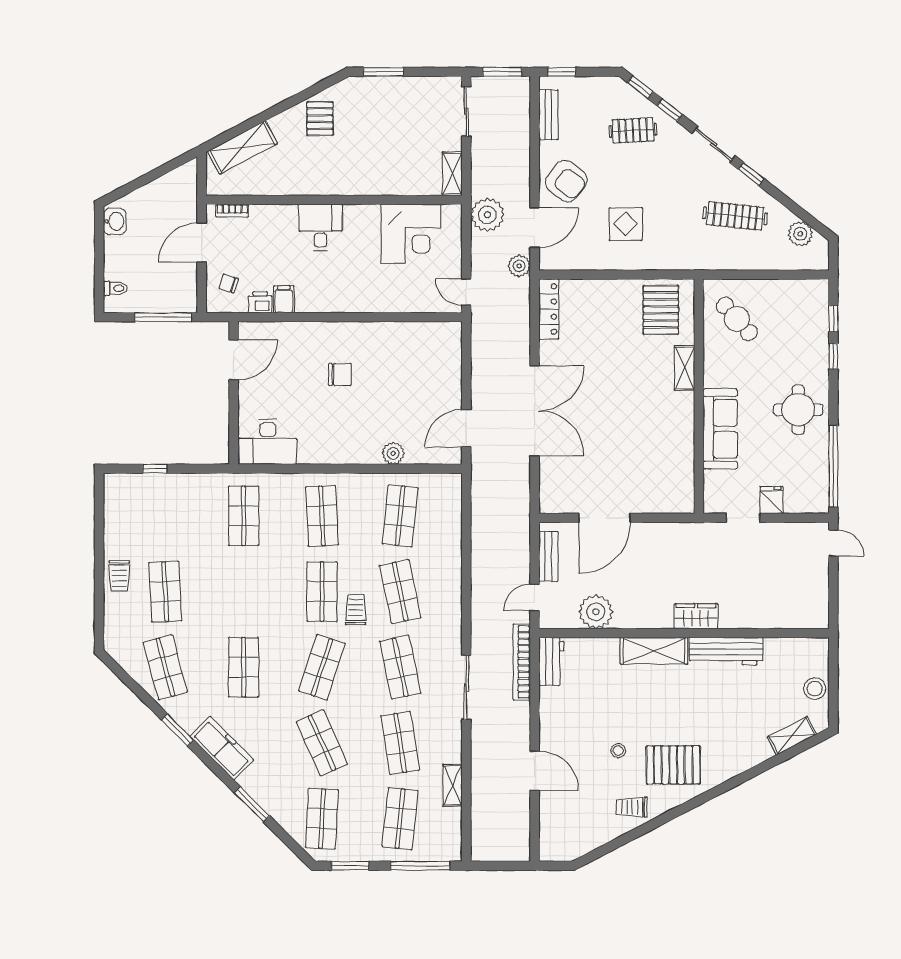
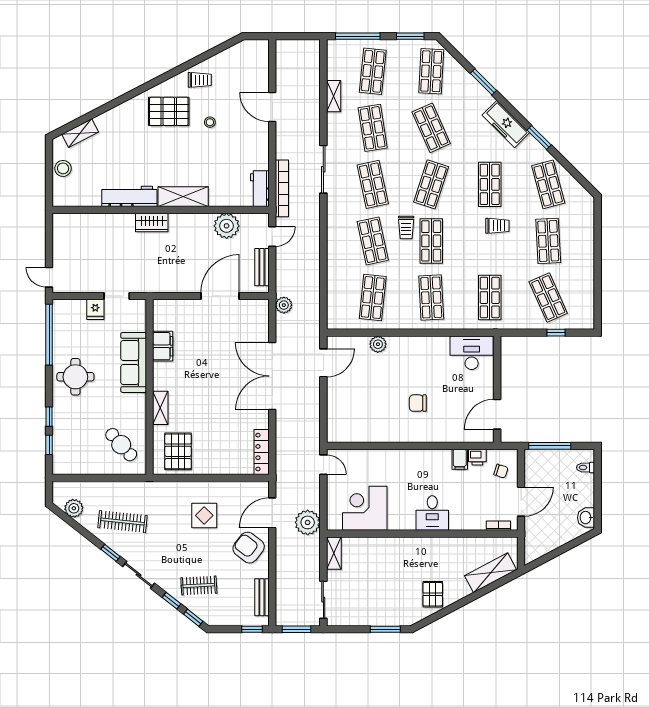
plant: (519, 266) -> (284, 305), moved
filing cabinet: (681, 451) -> (163, 346), added
shop shelf: (165, 516) -> (548, 298), added
trolley: (119, 576) -> (497, 226), moved, turned 90

